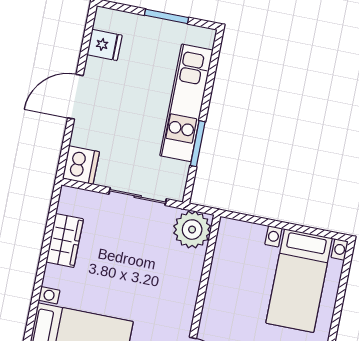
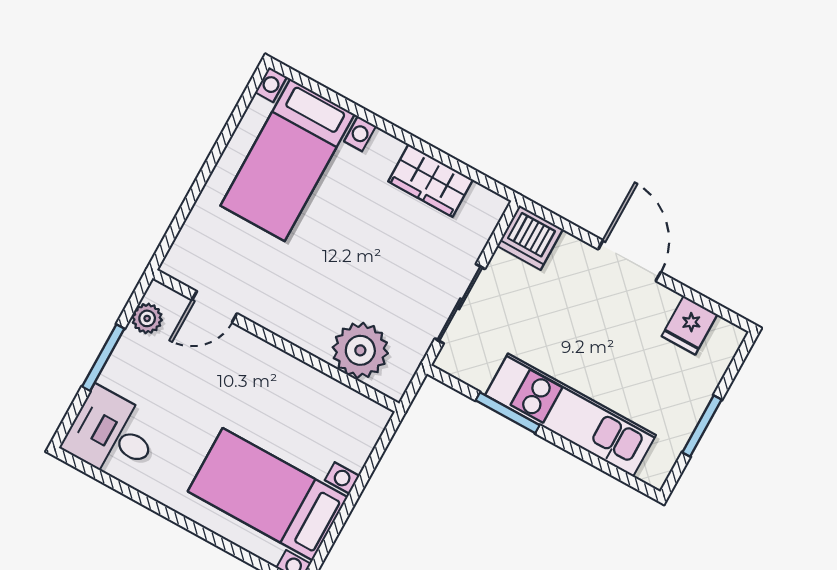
plant: (192, 230) -> (360, 350), moved

